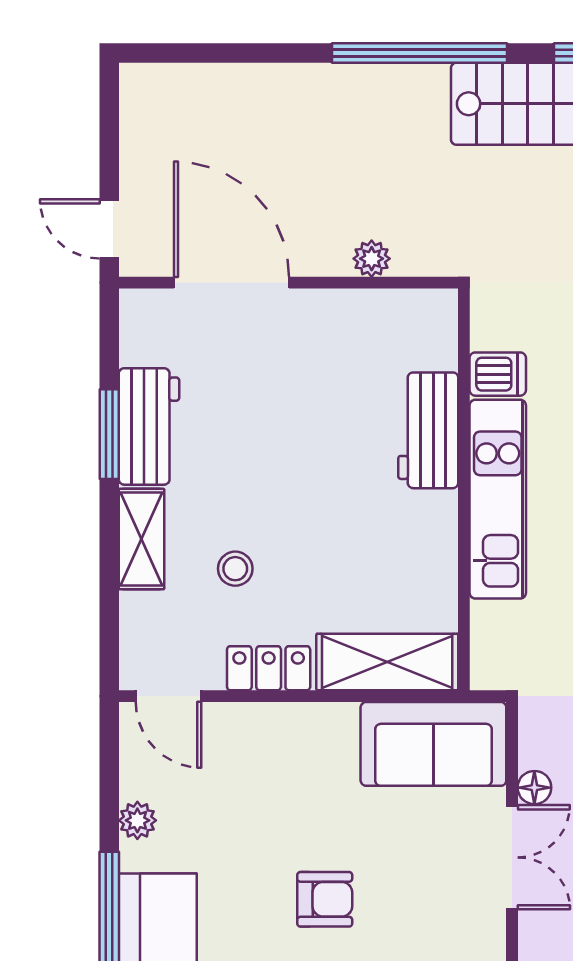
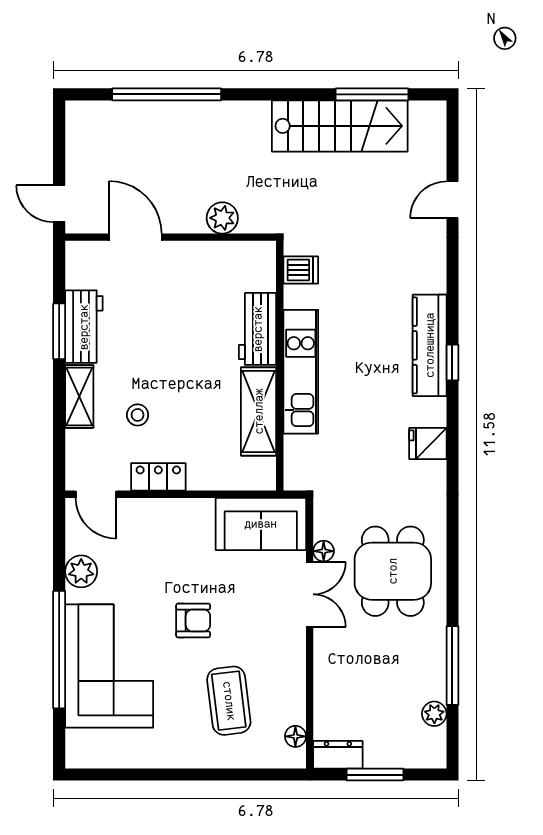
window: (419, 53) -> (167, 94), moved
plant: (372, 259) -> (222, 218), width x1.38, depth x1.38
door: (232, 283) -> (135, 237), width x0.73
dishwasher: (498, 374) -> (301, 270), moved
shelving: (387, 662) -> (259, 411), moved, turned 90
plant: (137, 820) -> (81, 571), width x1.38, depth x1.38

